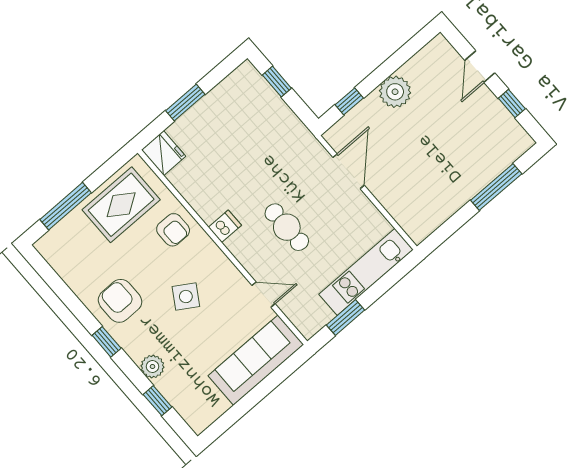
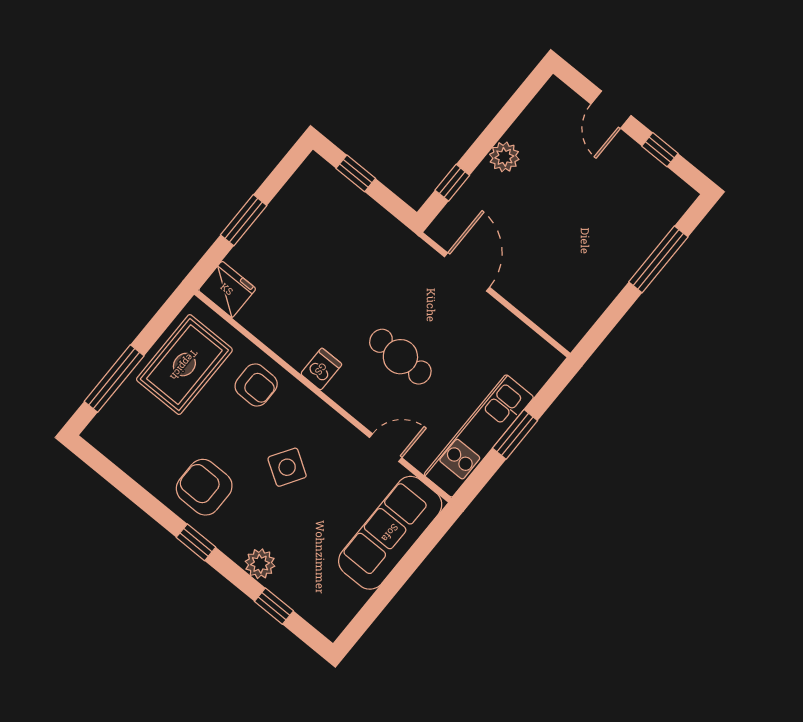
plant: (395, 92) -> (504, 157), width x0.73, depth x0.73
kitchen unit: (366, 272) -> (479, 436), moved
window: (346, 317) -> (515, 434), moved

